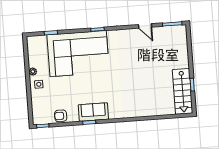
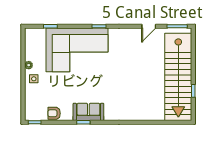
door: (145, 26) -> (149, 26), hinge flipped
stairs: (183, 91) -> (178, 77), width x1.86, depth x1.51

